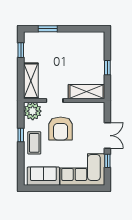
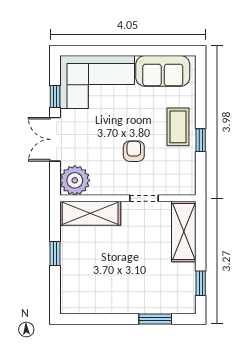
plant: (33, 111) -> (75, 180), moved
armchair: (61, 128) -> (134, 151), width x0.53, depth x0.53

